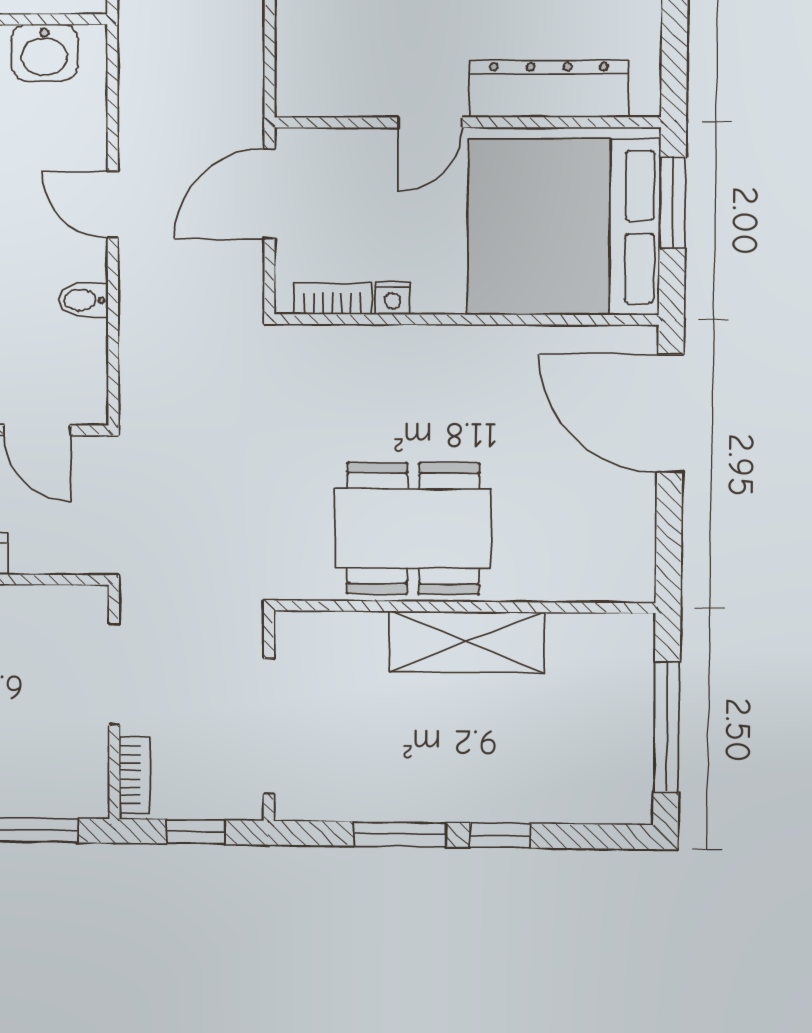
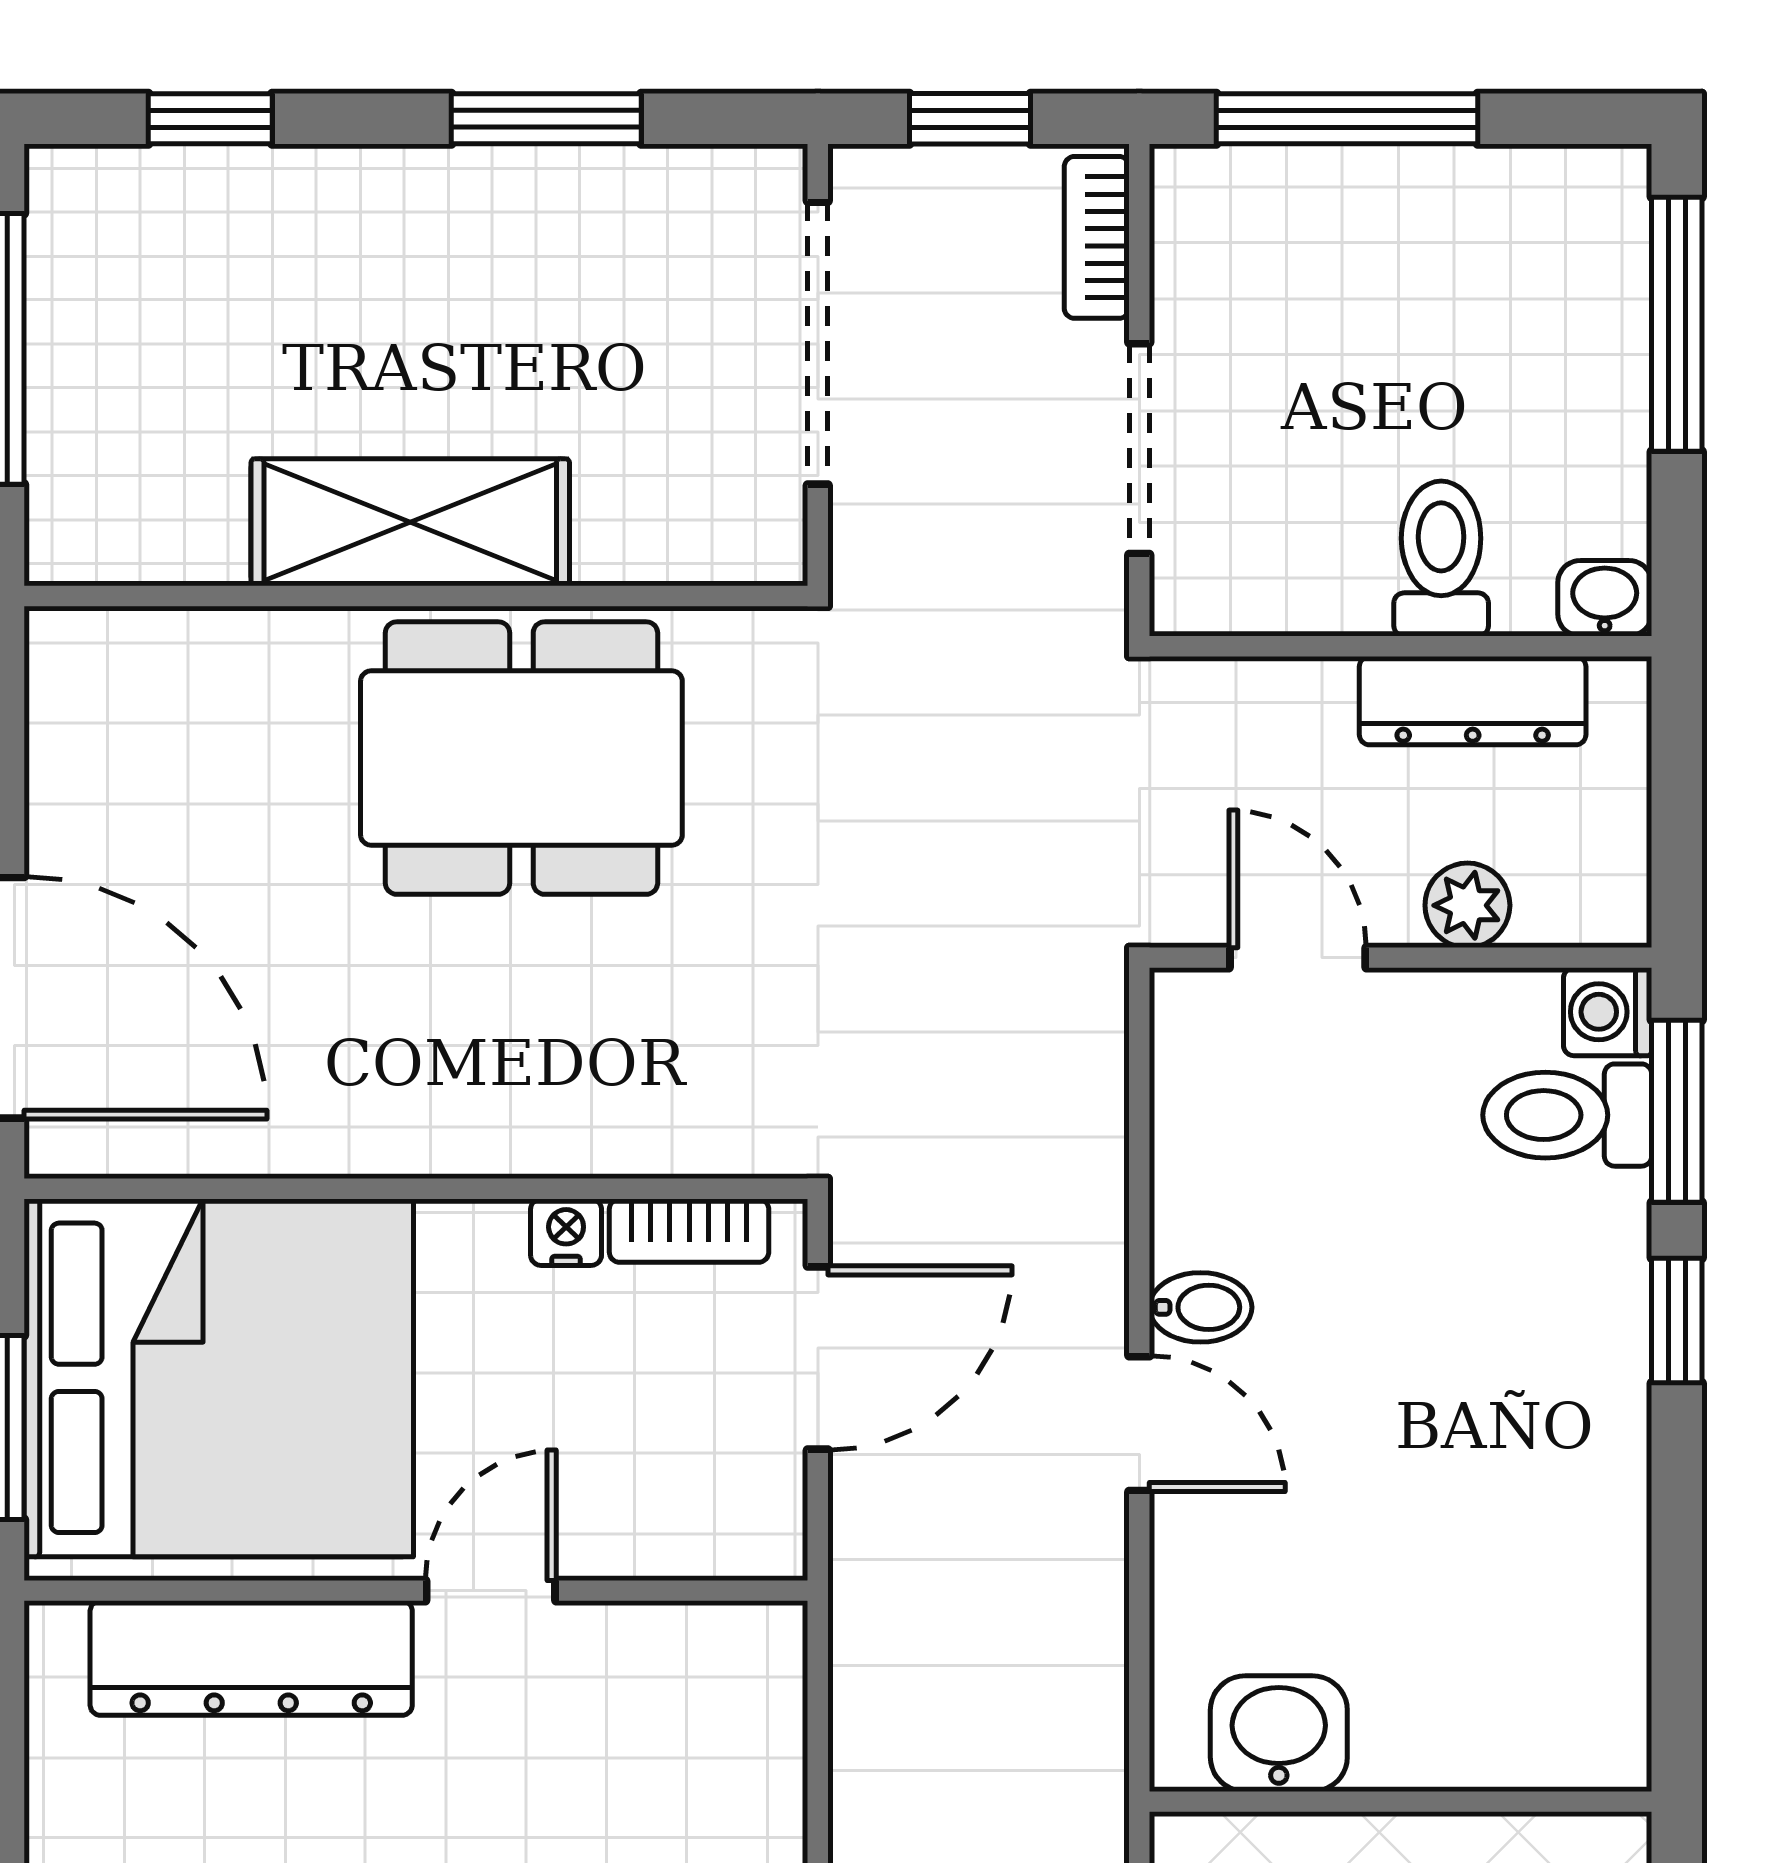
door: (269, 194) -> (818, 1358), moved
bidet: (83, 300) -> (1201, 1307), moved
window: (500, 835) -> (210, 119), moved

